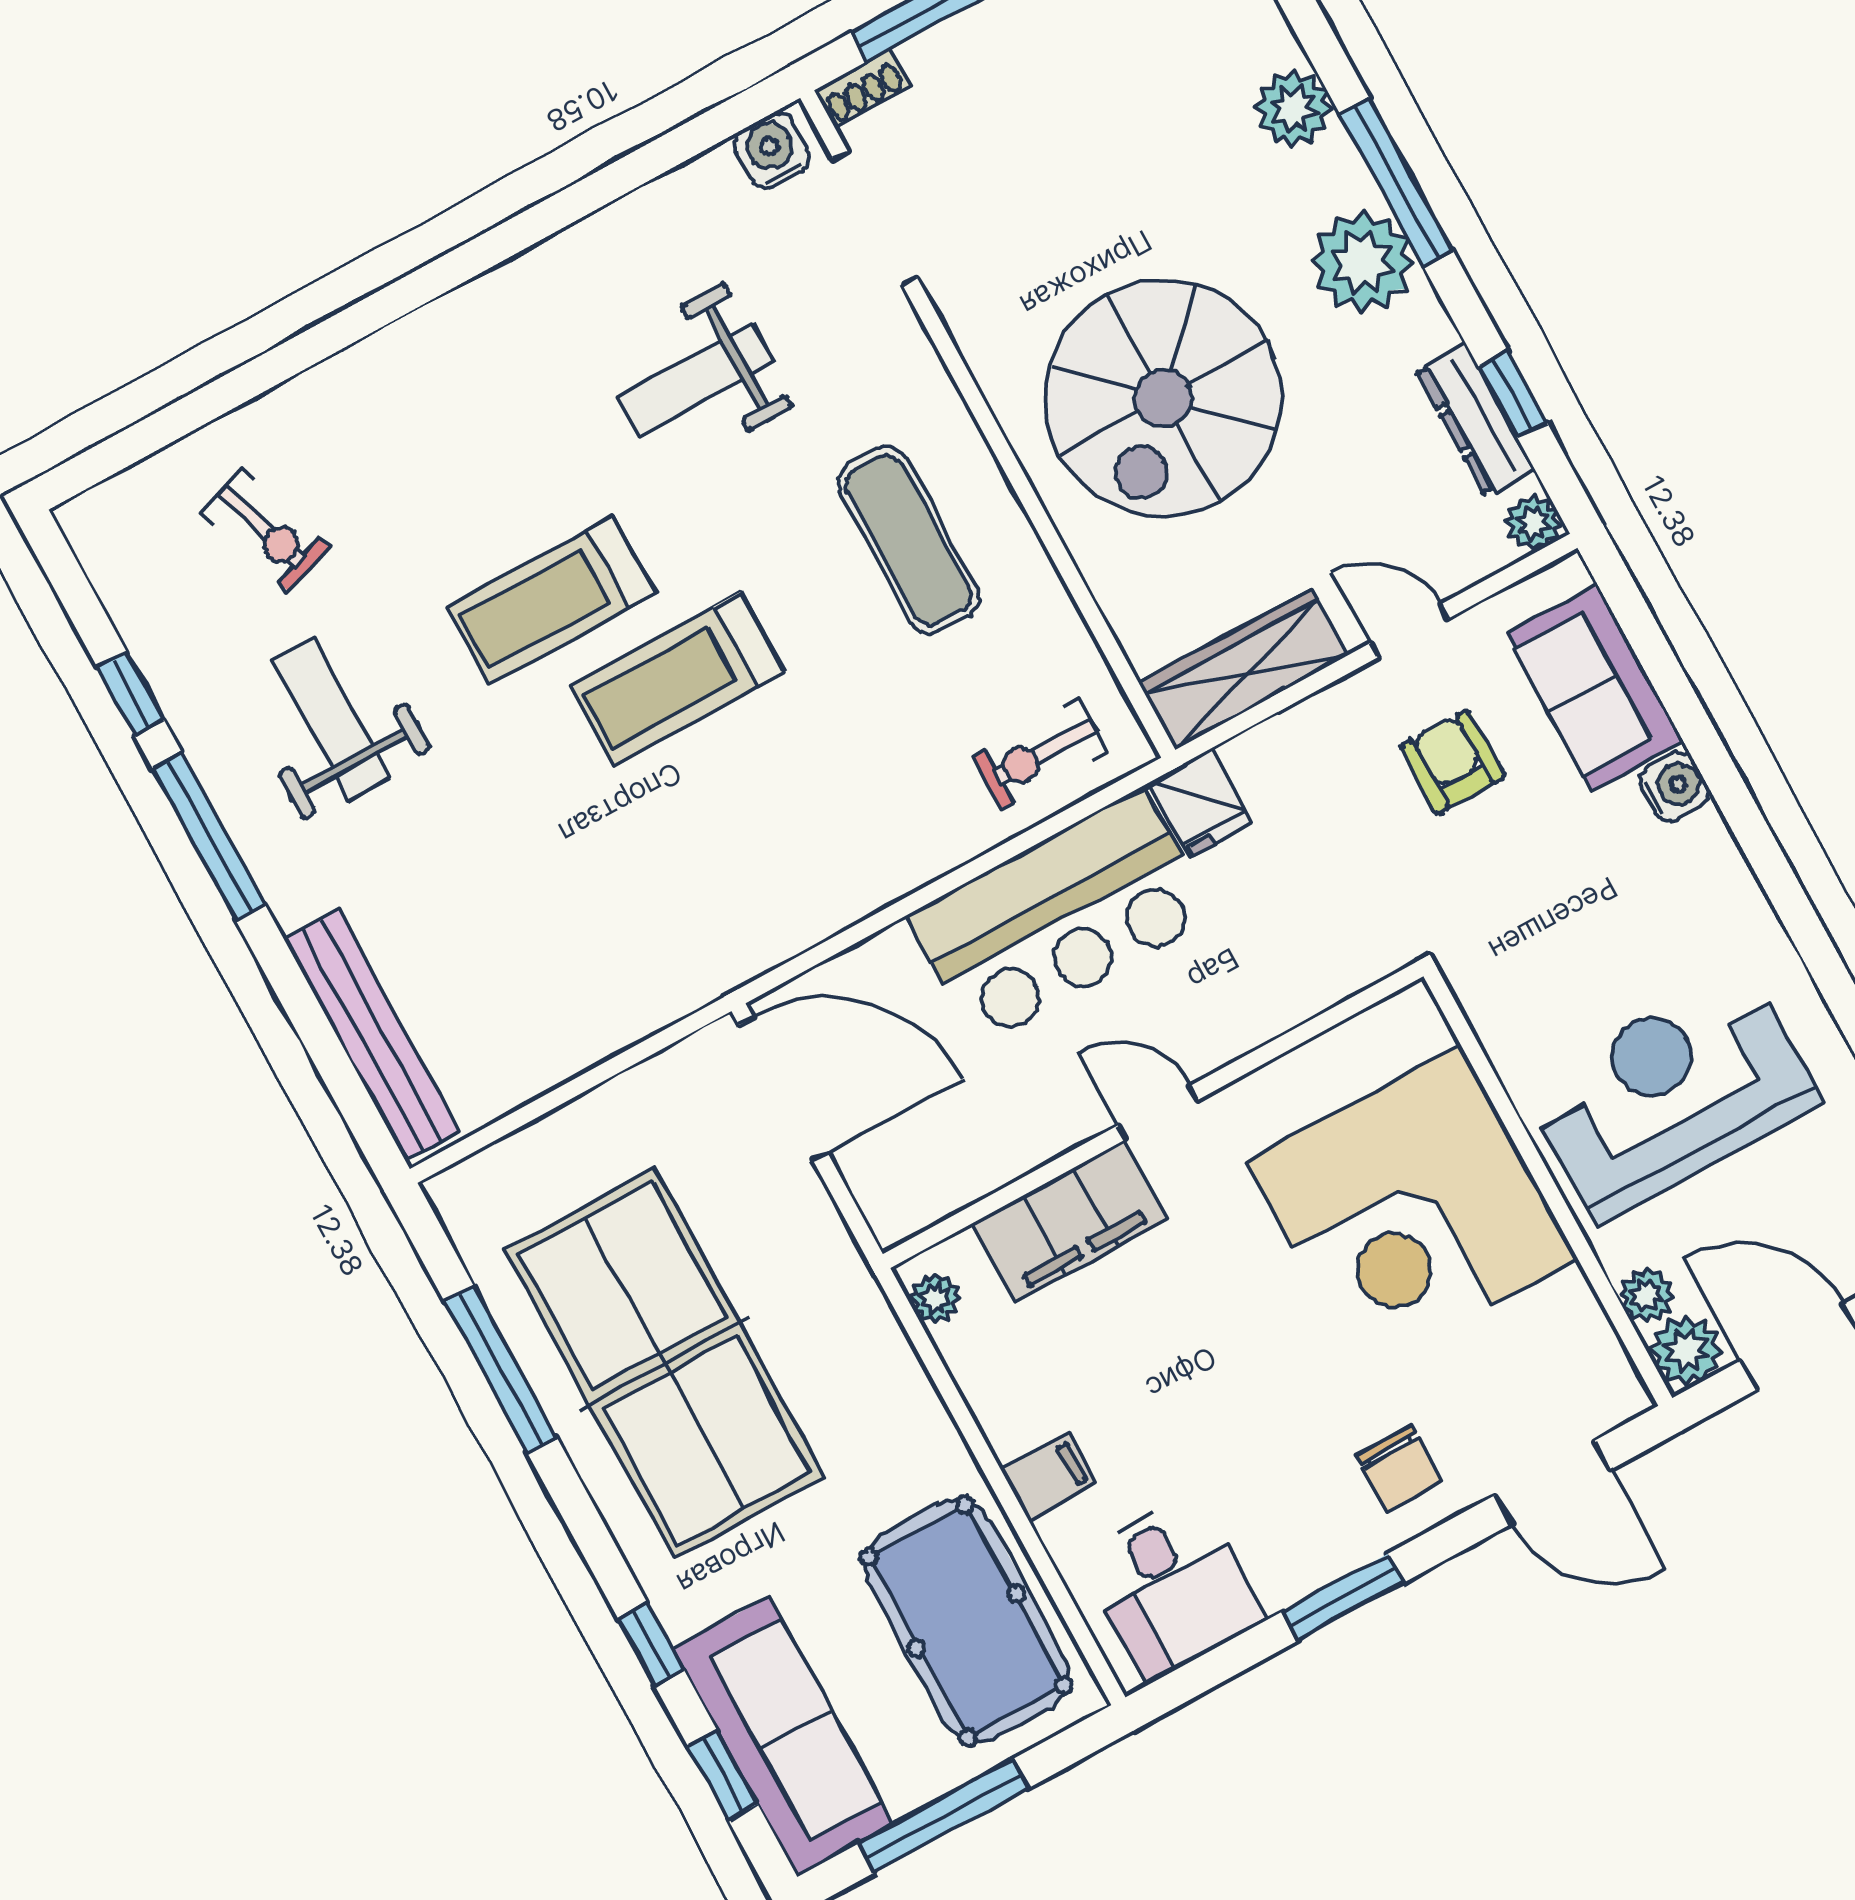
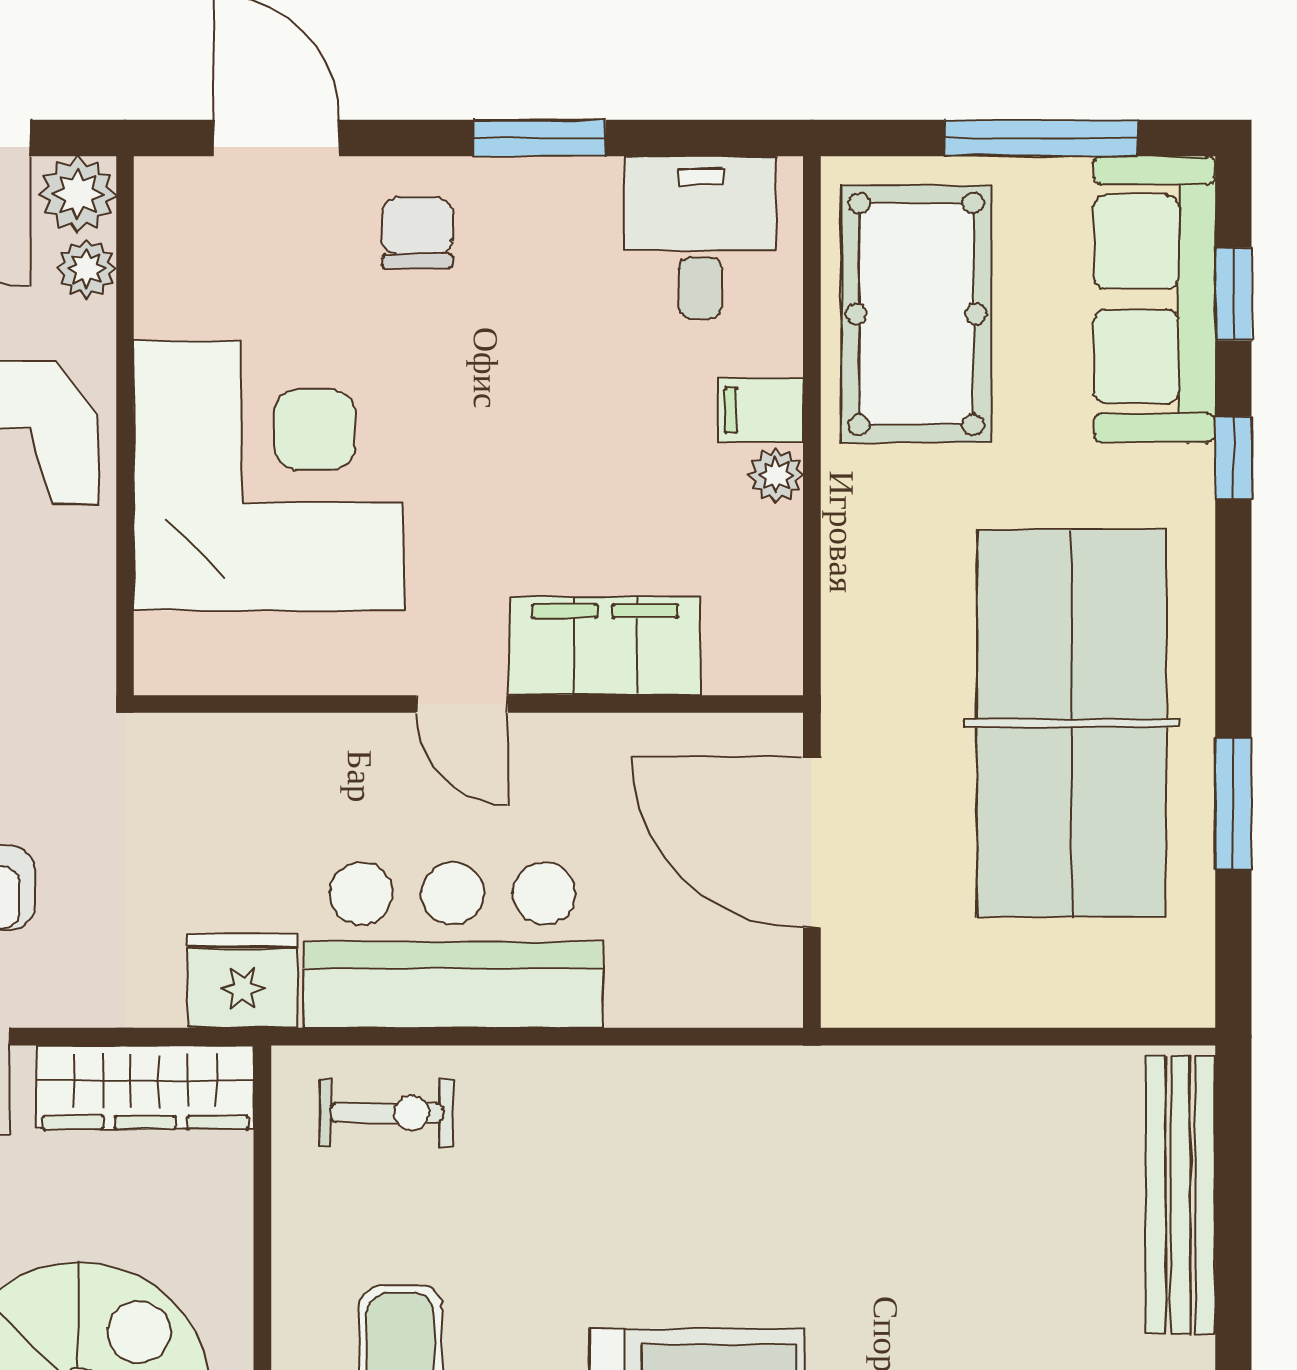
fridge: (1200, 803) -> (243, 981), width x1.38
door: (783, 1089) -> (812, 842), moved
plant: (935, 1298) -> (776, 475), moved
window: (501, 1370) -> (1233, 804), width x0.69

